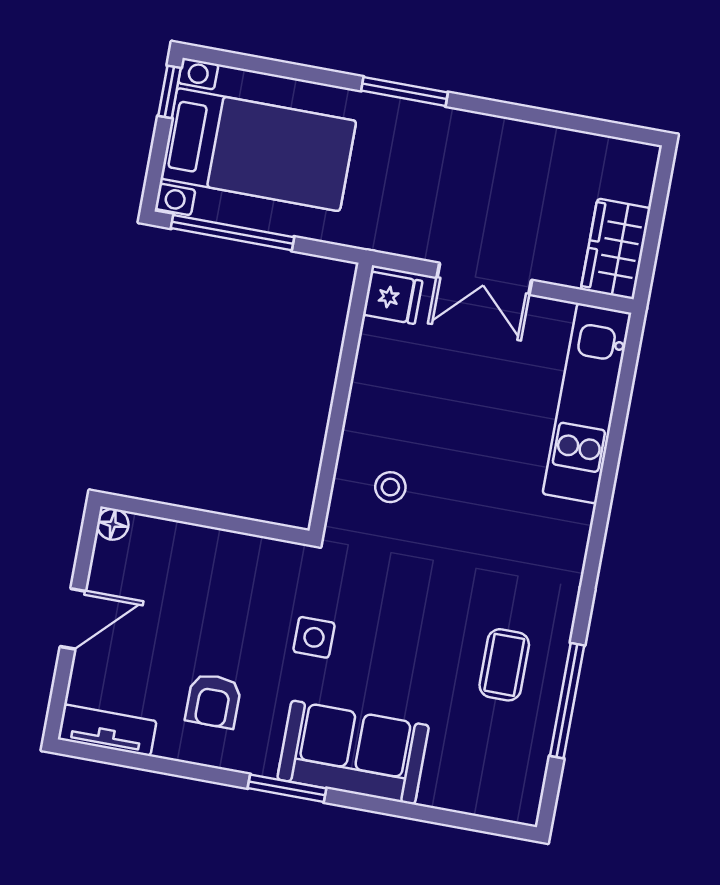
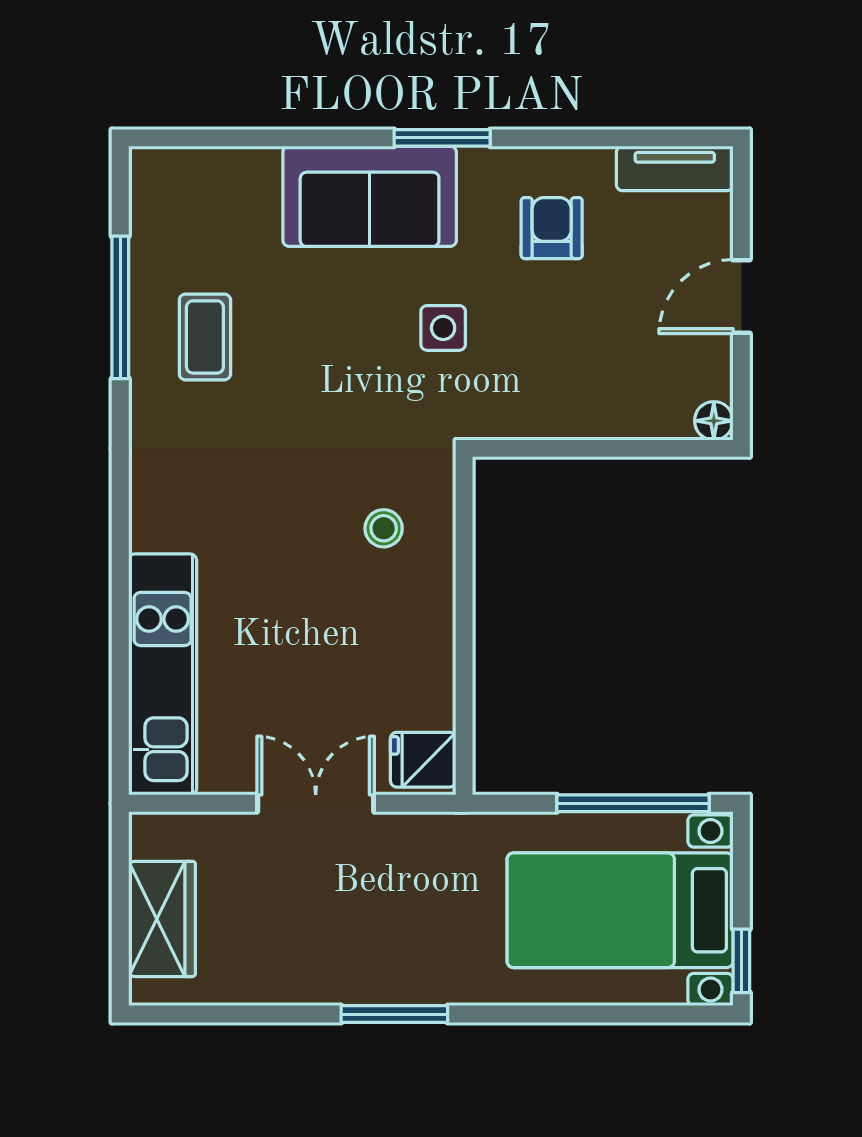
window: (405, 91) -> (394, 1014), moved
wardrobe: (616, 249) -> (162, 919), moved

